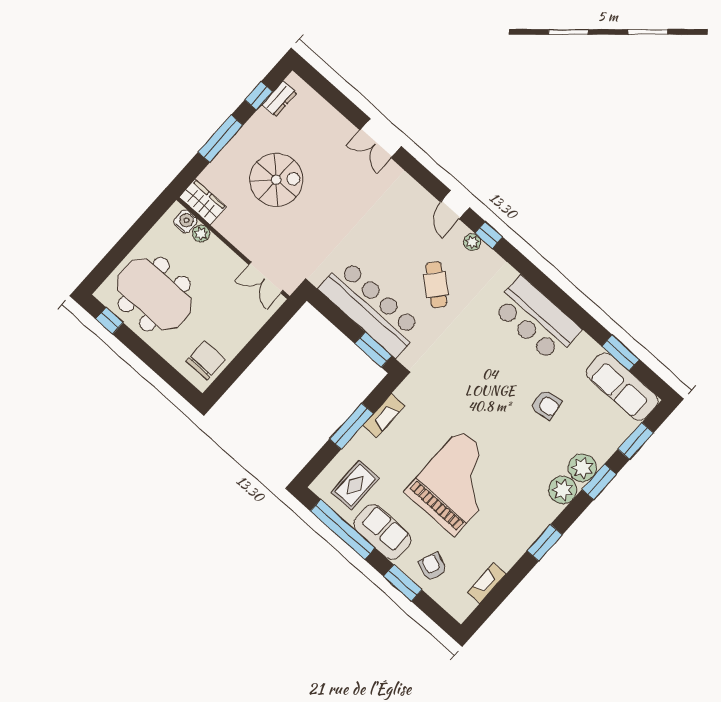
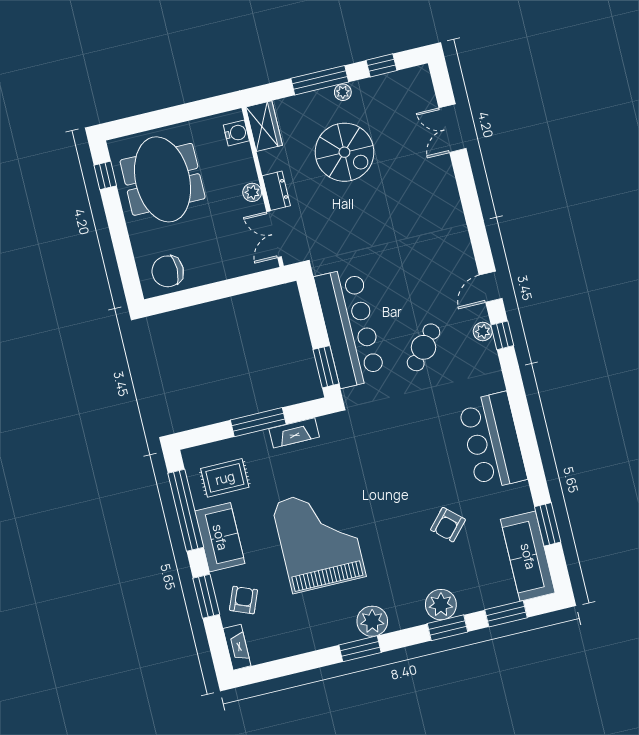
dresser: (279, 99) -> (276, 191), moved, turned -90
plant: (244, 136) -> (343, 92), added
double door: (381, 138) -> (453, 128), moved
plant: (201, 234) -> (252, 192), moved
chair: (206, 360) -> (168, 271), turned 180
armchair: (546, 405) -> (448, 525), turned 51
grand piano: (457, 483) -> (319, 540), turned -90
plant: (563, 490) -> (372, 621), moved
fireplace: (487, 583) -> (237, 647), moved, turned 90

